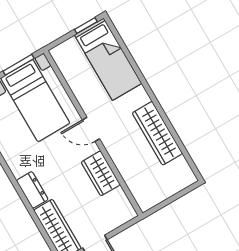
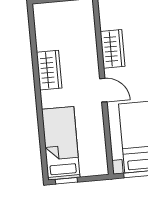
wardrobe: (157, 133) -> (49, 70), width x0.67

